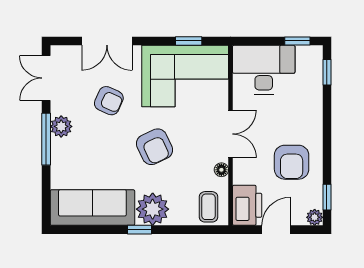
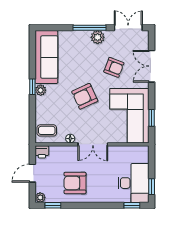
desk: (264, 70) -> (134, 183), moved
armchair: (109, 101) -> (114, 67), turned -93
printer: (247, 205) -> (42, 152), width x0.53, depth x0.68
plant: (153, 209) -> (41, 90), width x0.53, depth x0.53
door: (276, 230) -> (32, 173), swing flipped

